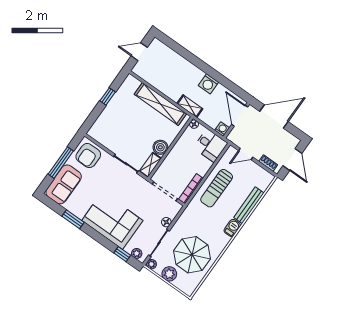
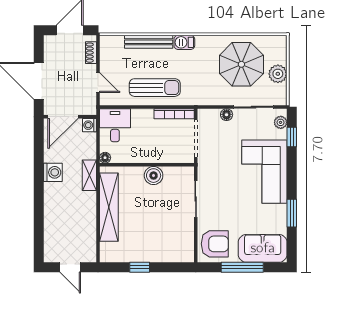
shelving: (150, 165) -> (179, 173), removed
plant: (151, 264) -> (281, 99), removed

